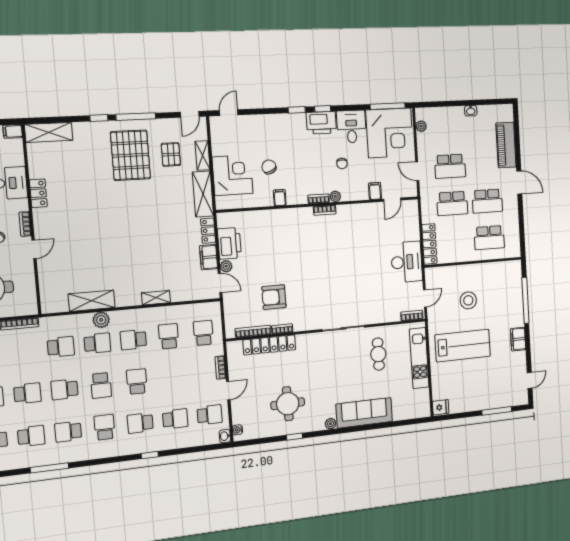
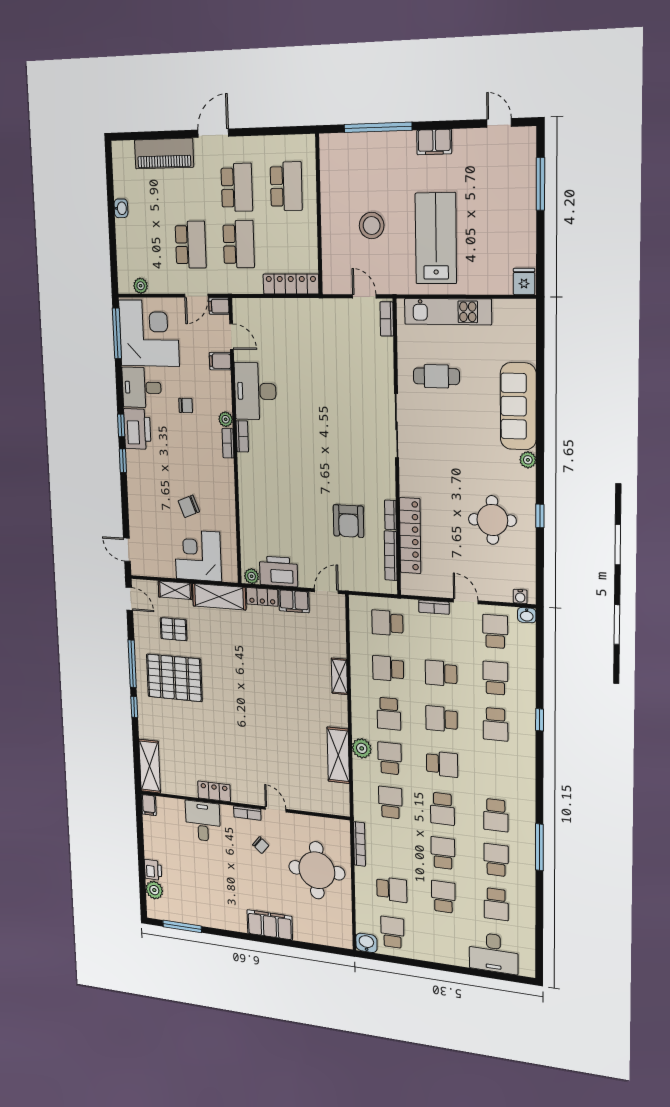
filing cabinet: (280, 198) -> (219, 306), moved
desk: (407, 262) -> (255, 391), moved, turned -90
plant: (226, 266) -> (252, 576), moved
school desk: (105, 427) -> (441, 673), moved

